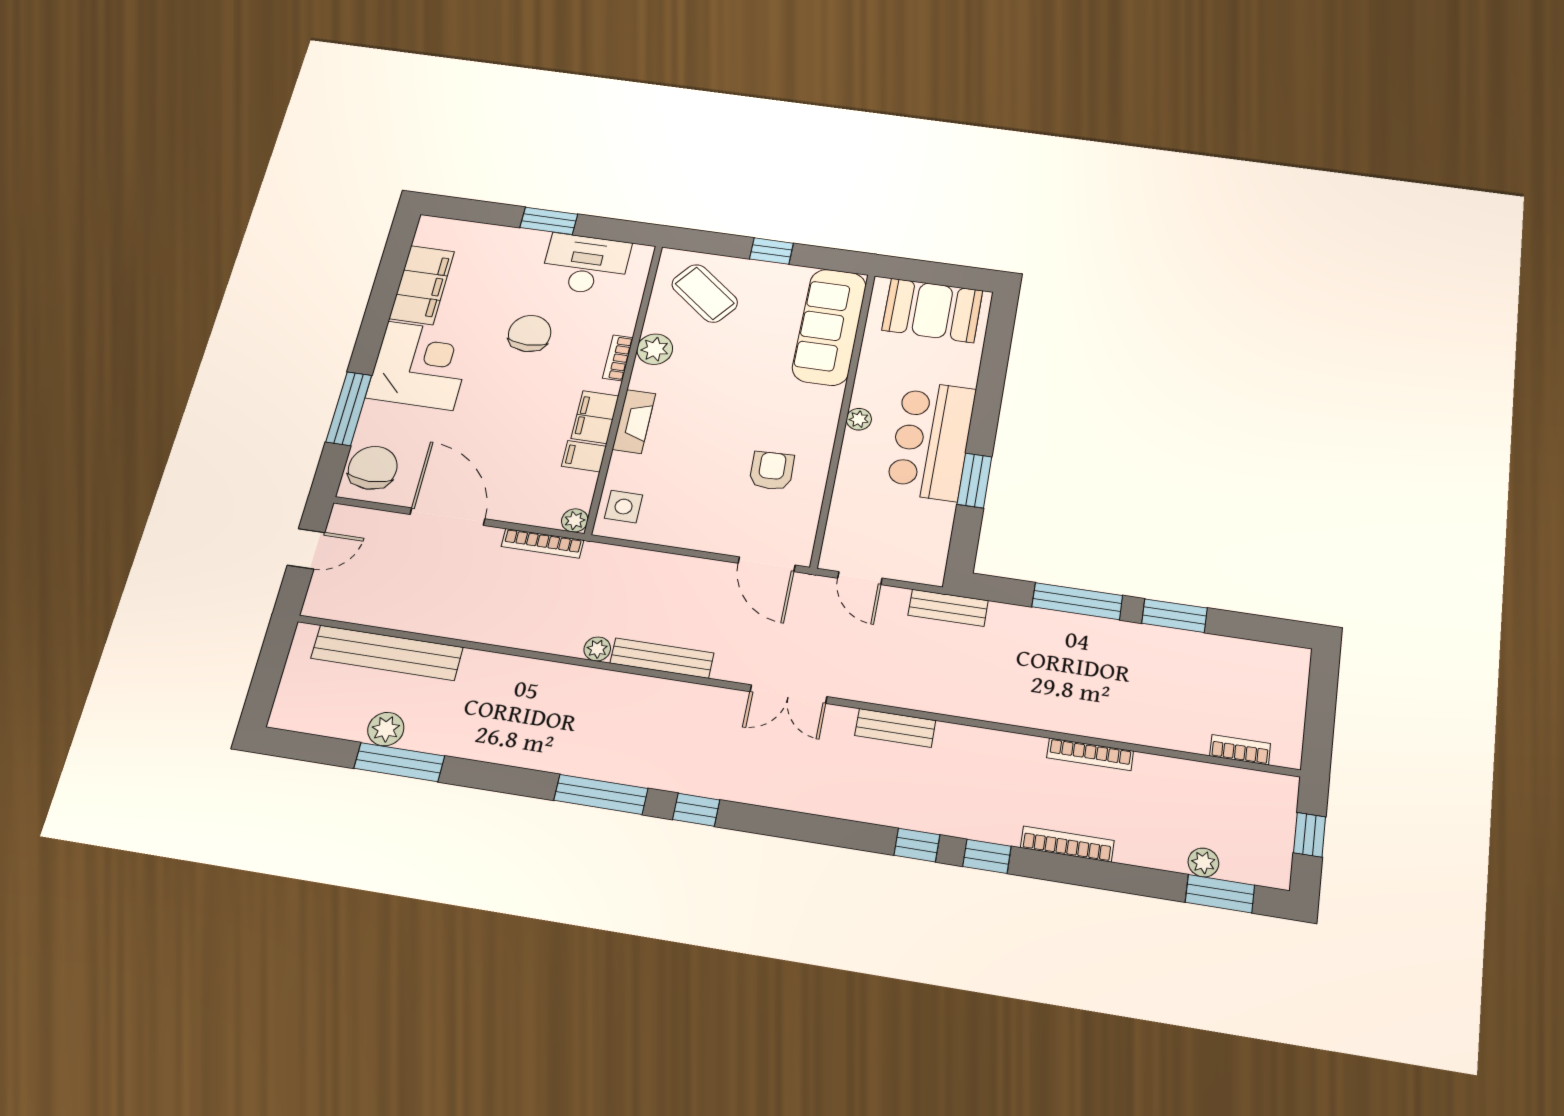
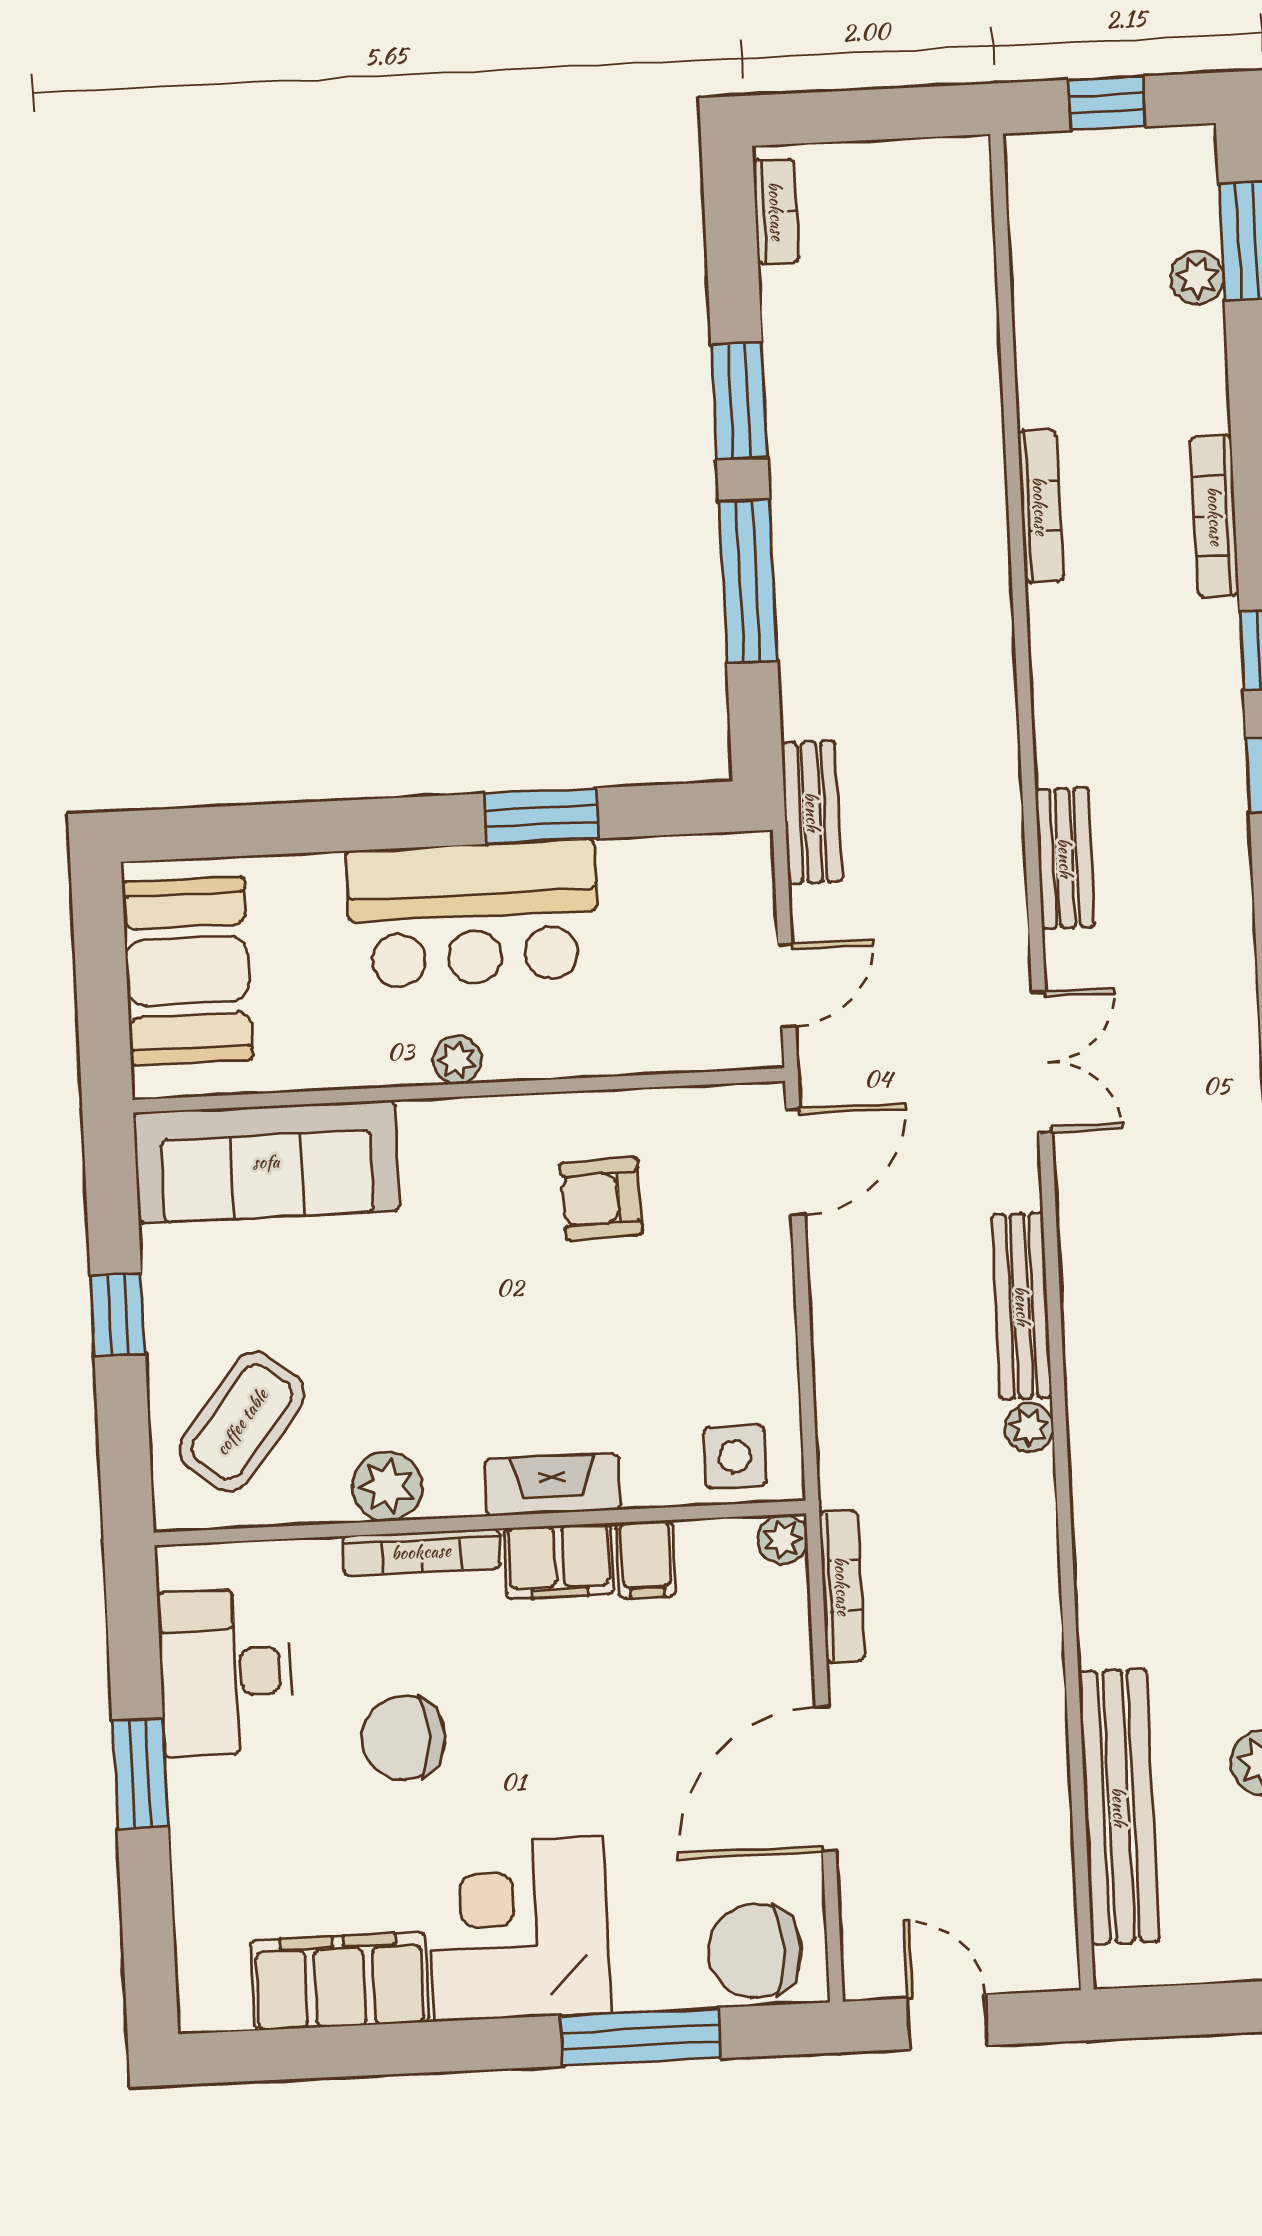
bookcase: (618, 358) -> (421, 1552), width x1.56
bookcase: (1240, 750) -> (776, 211), moved, turned 180

